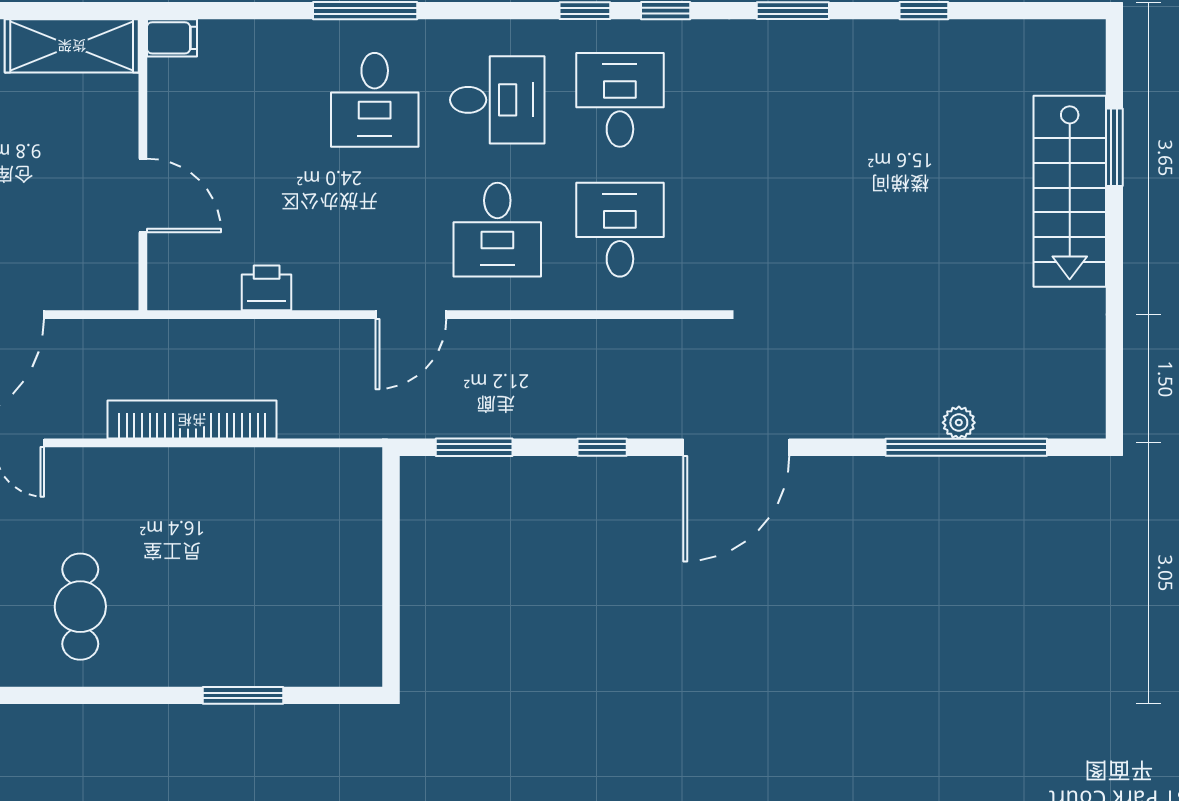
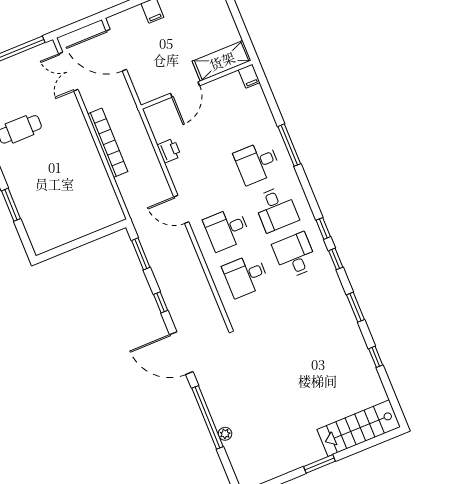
shelving: (72, 46) -> (222, 61), moved, turned 90
desk: (620, 100) -> (295, 255), turned -90
window: (1114, 147) -> (319, 464), moved
stairs: (1070, 191) -> (359, 428), moved
desk: (620, 230) -> (246, 276), turned 180
window: (966, 447) -> (207, 417), moved

